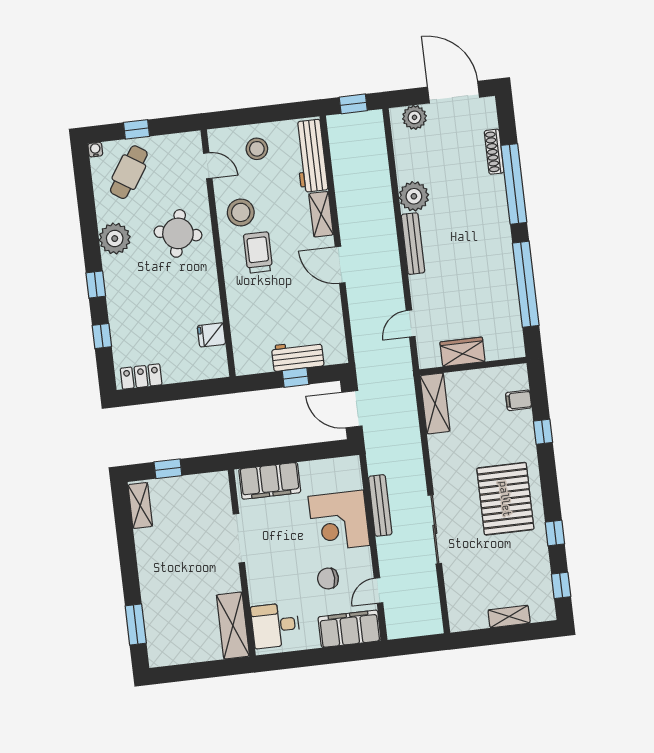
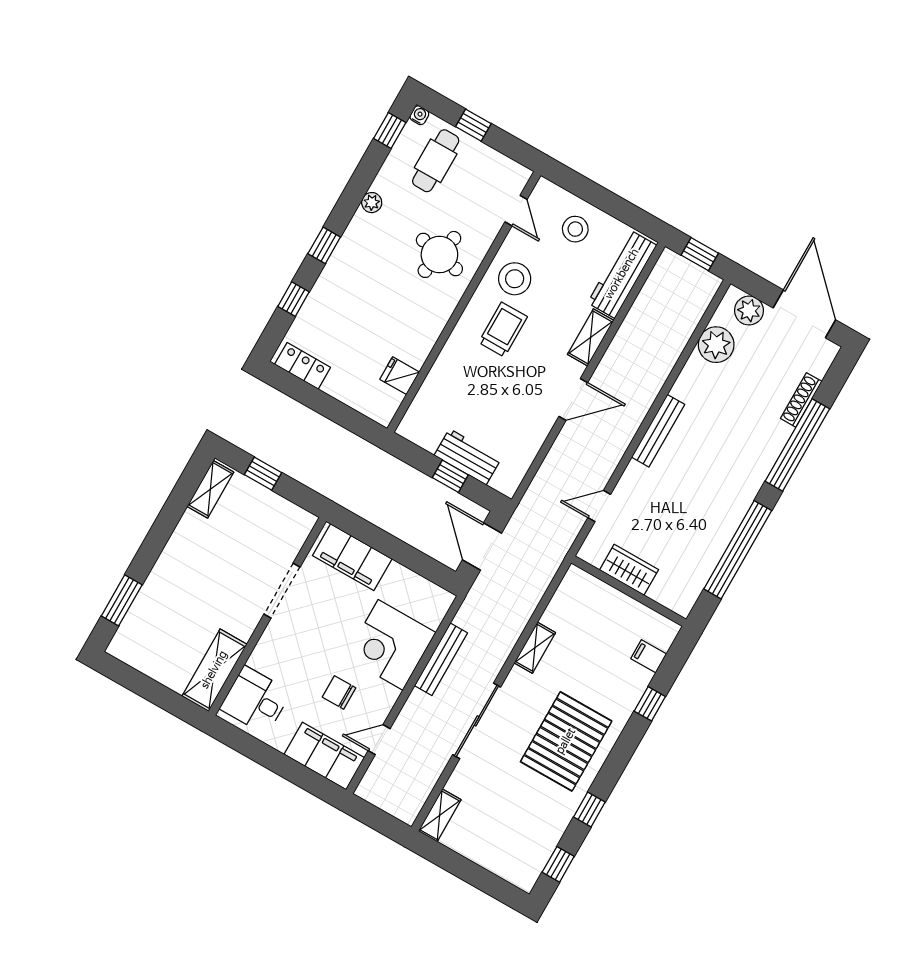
cafe table: (129, 172) -> (436, 161), turned -33
window: (83, 175) -> (390, 130), added
plant: (414, 196) -> (716, 345), moved
plant: (115, 239) -> (372, 203), width x0.53, depth x0.53
door: (340, 265) -> (573, 400), swing flipped
shelving: (435, 403) -> (535, 648), moved, width x0.67, depth x0.75
shelving: (509, 617) -> (440, 815), moved, turned 90

